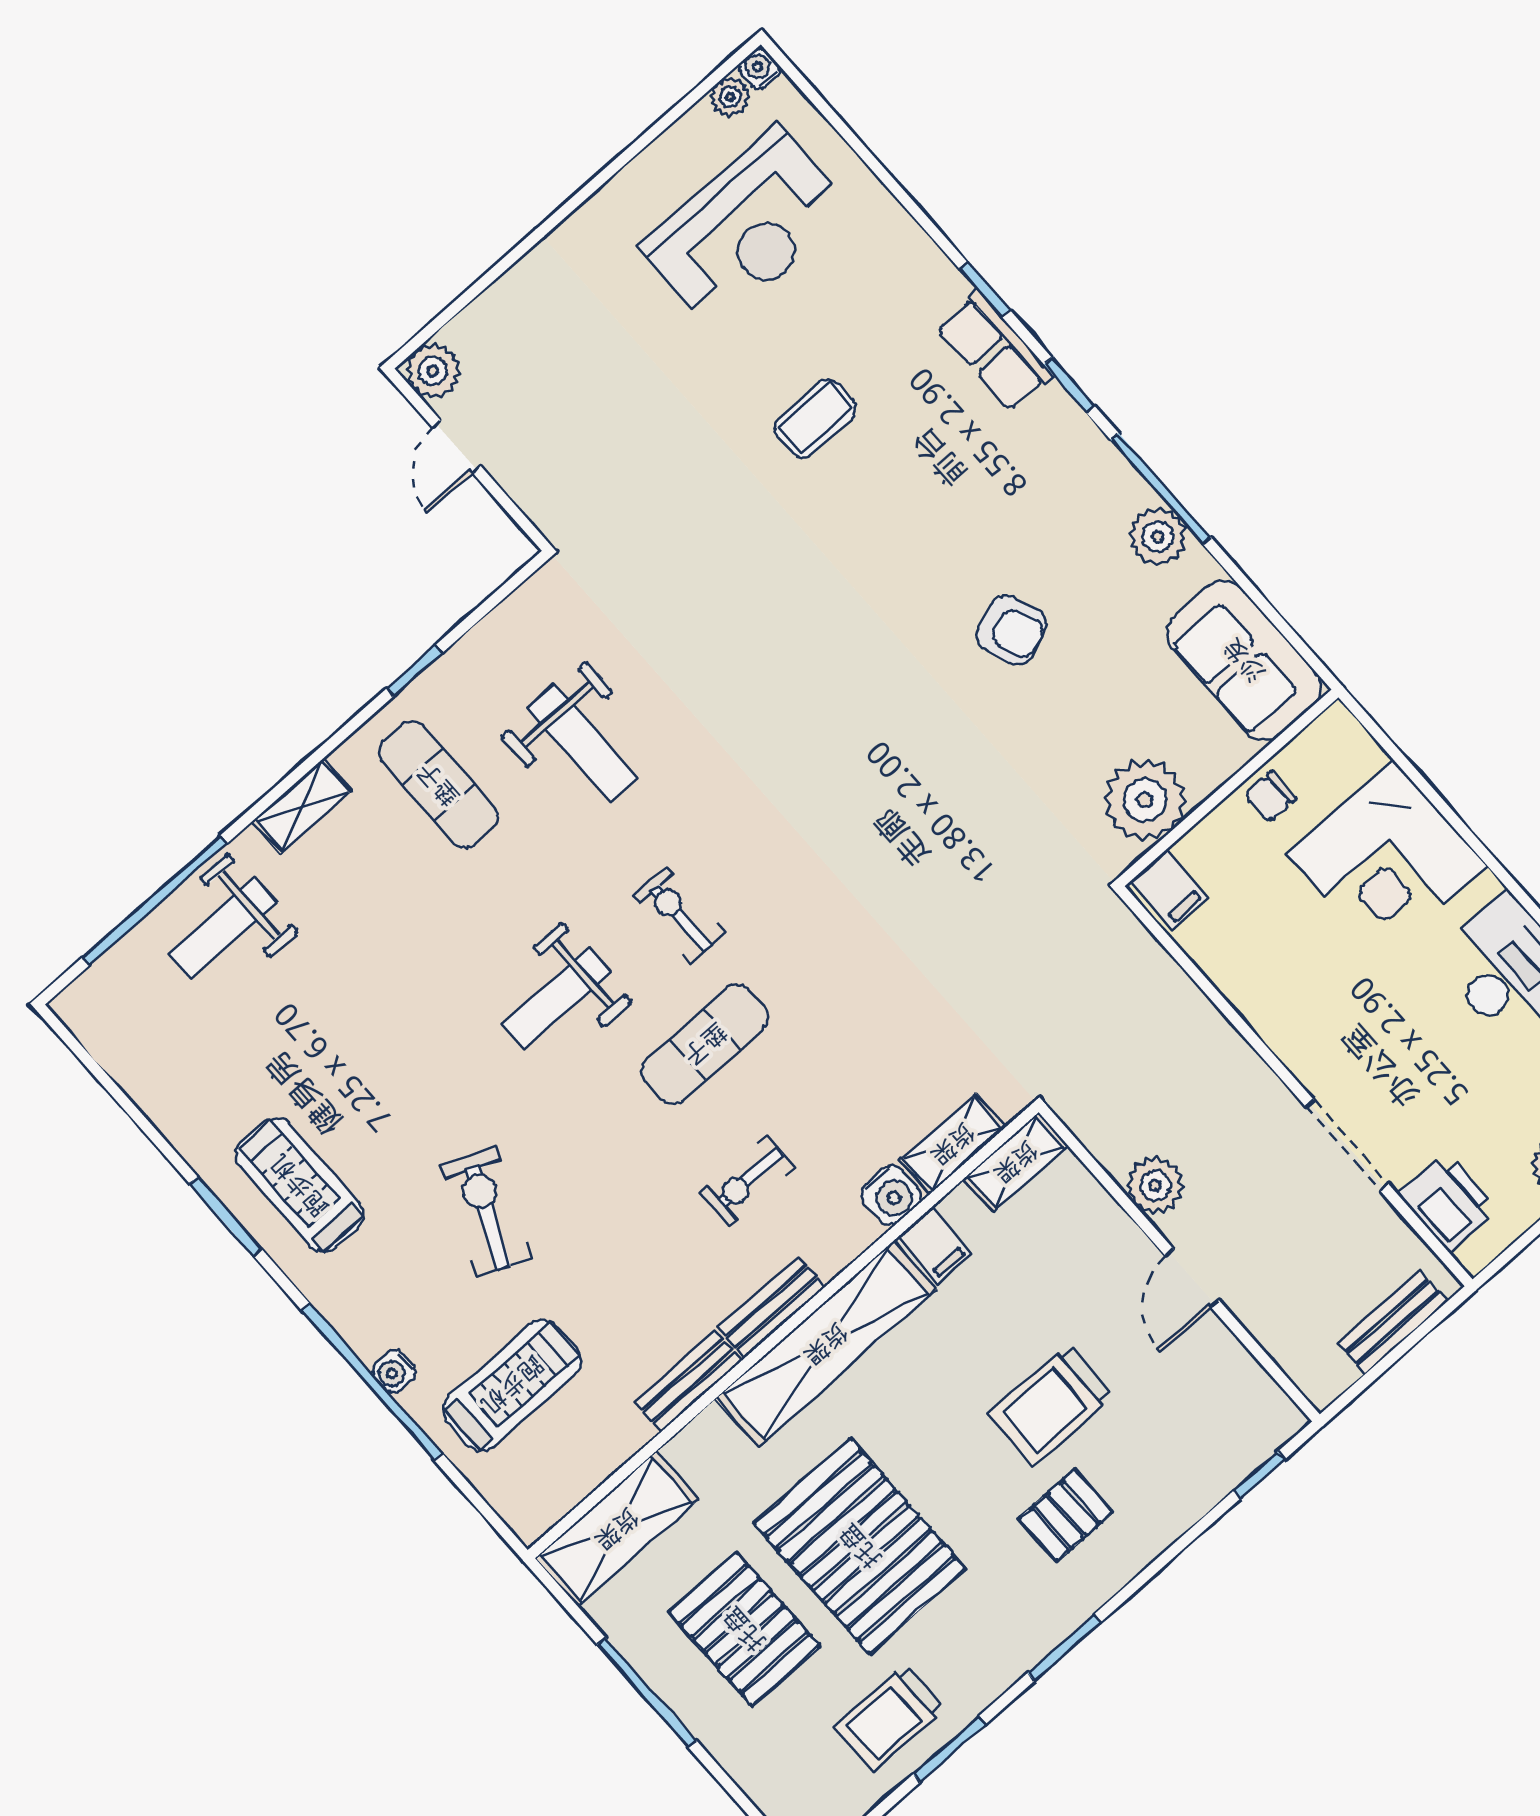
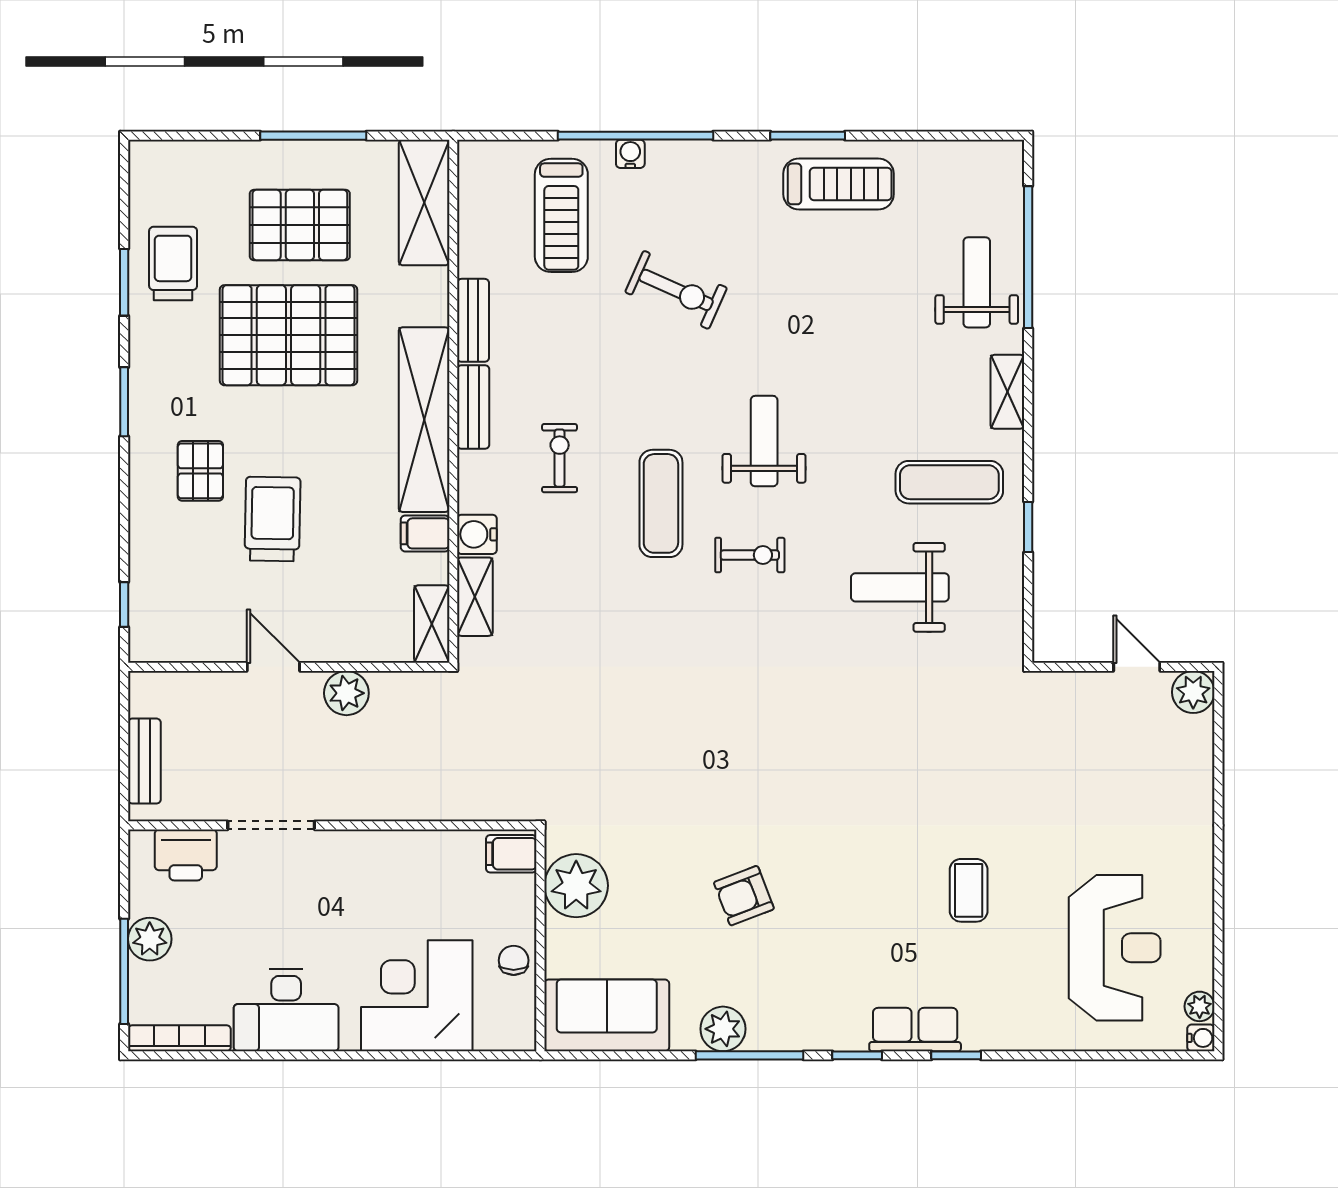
reception desk: (746, 229) -> (1115, 948), turned 180
treadmill: (299, 1185) -> (839, 184), moved

